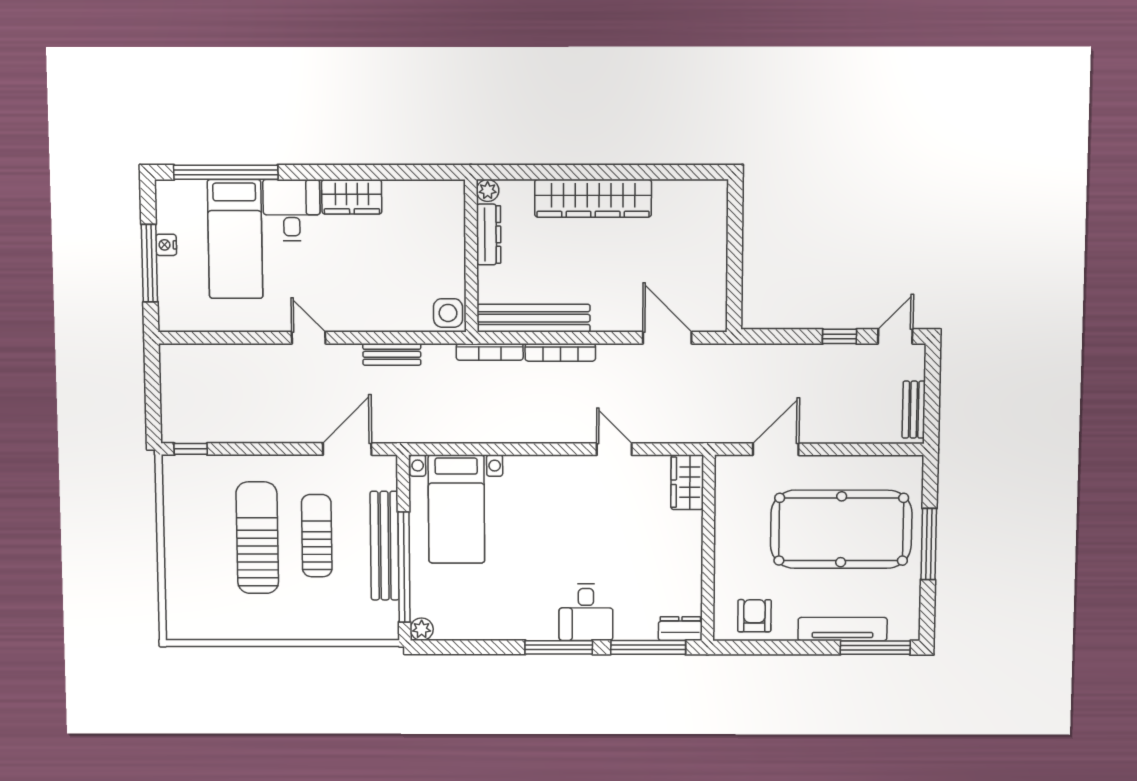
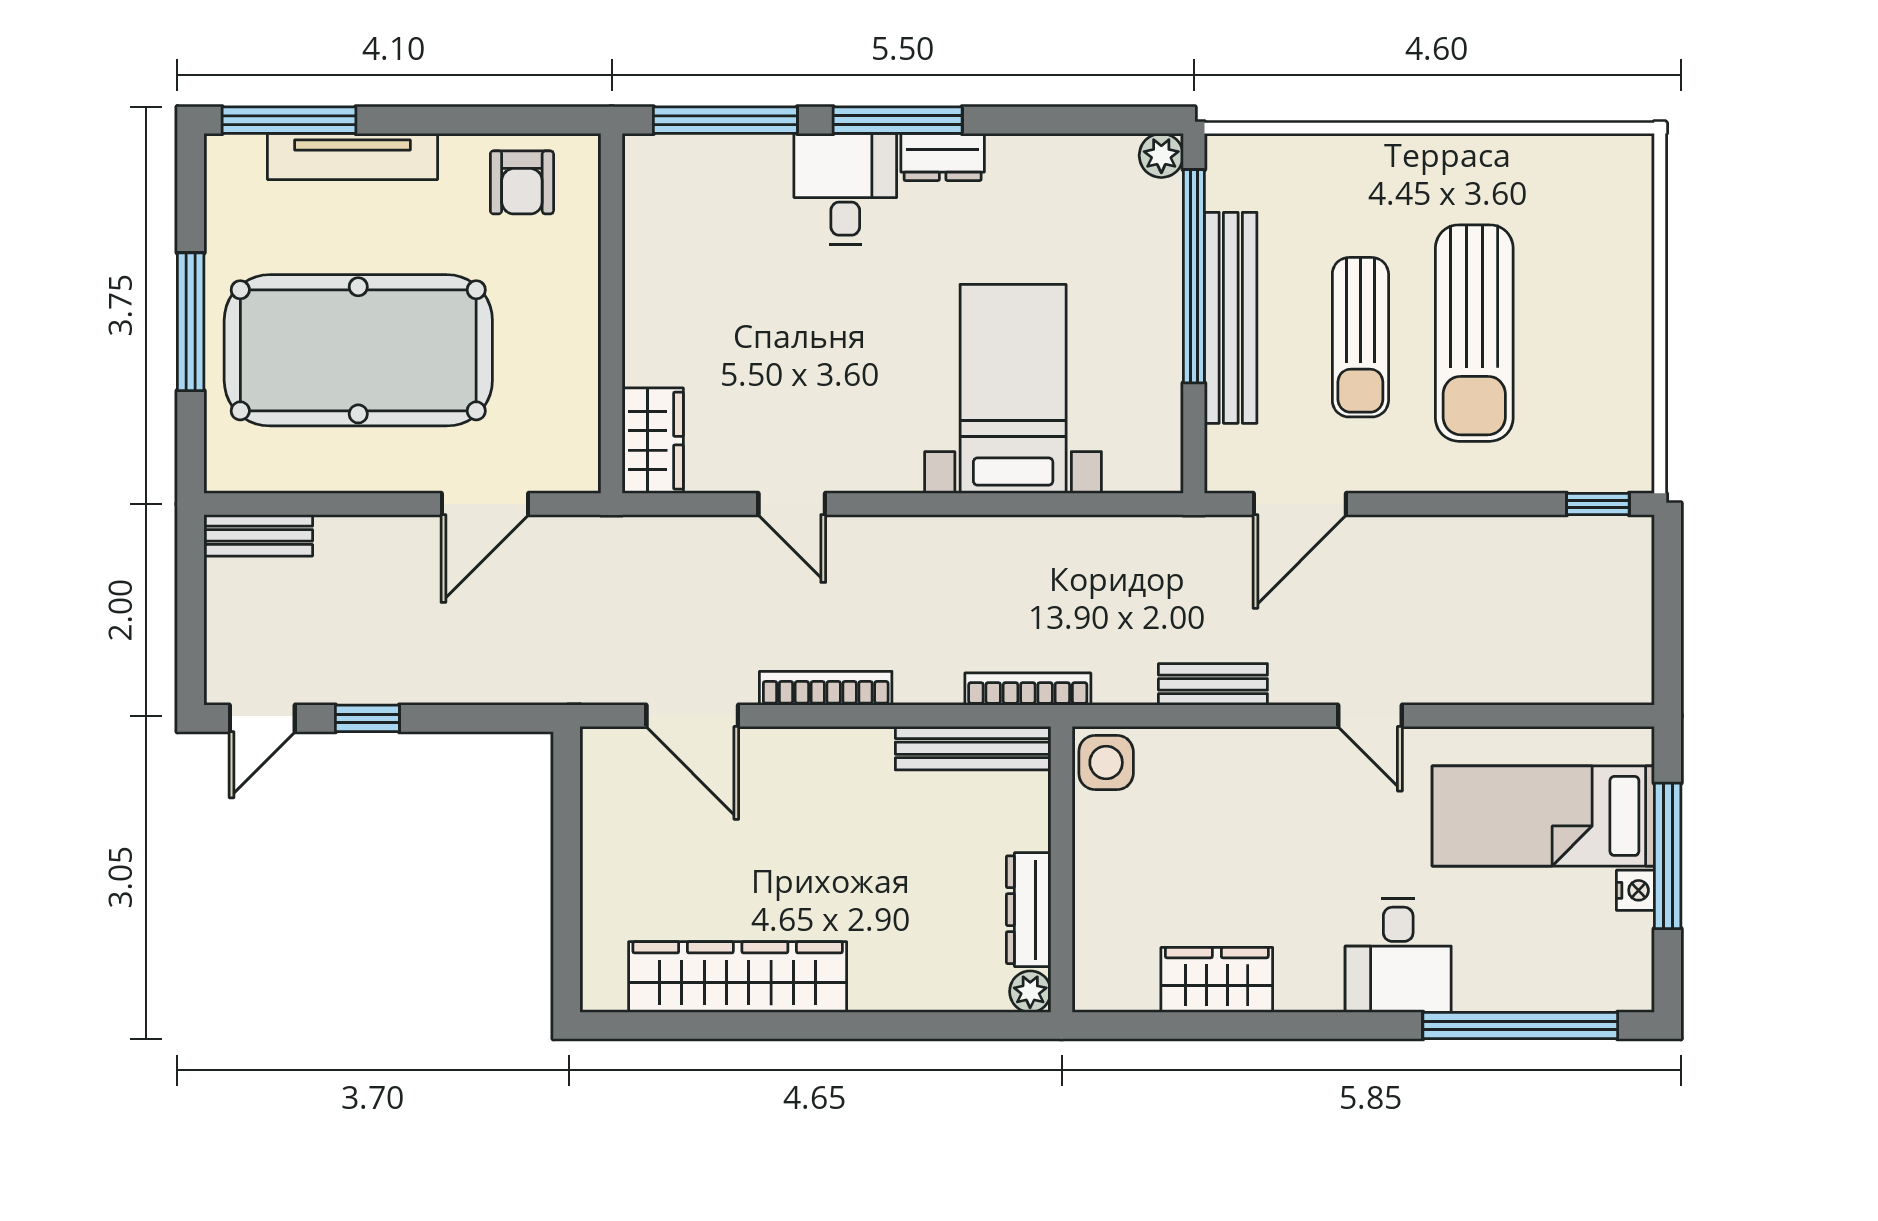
wardrobe: (352, 197) -> (1217, 980), moved
wardrobe: (593, 198) -> (738, 977), moved
bed: (235, 239) -> (1543, 816), moved, turned -90
bench: (534, 318) -> (973, 748), width x0.73, depth x0.82
bookcase: (560, 352) -> (826, 688), moved
bench: (914, 410) -> (258, 535), moved, turned 90
bed with nightstands: (456, 509) -> (1013, 389), moved
dresser: (680, 629) -> (943, 157), moved

